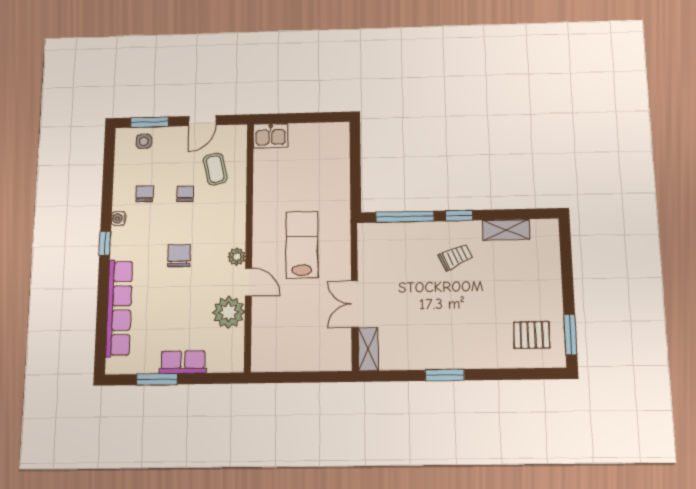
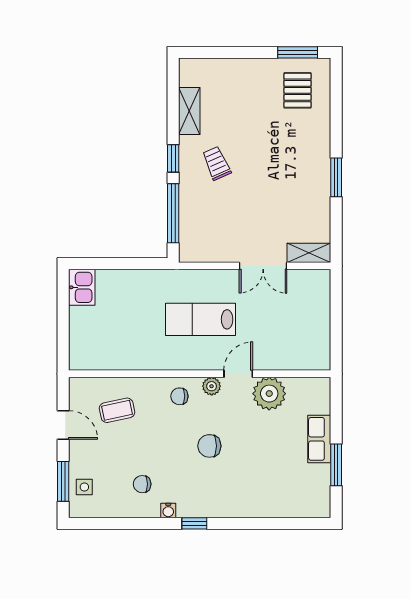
kitchen sink: (271, 136) -> (82, 287), moved
chair: (185, 194) -> (179, 396), moved
row of seats: (119, 308) -> (263, 506), removed

